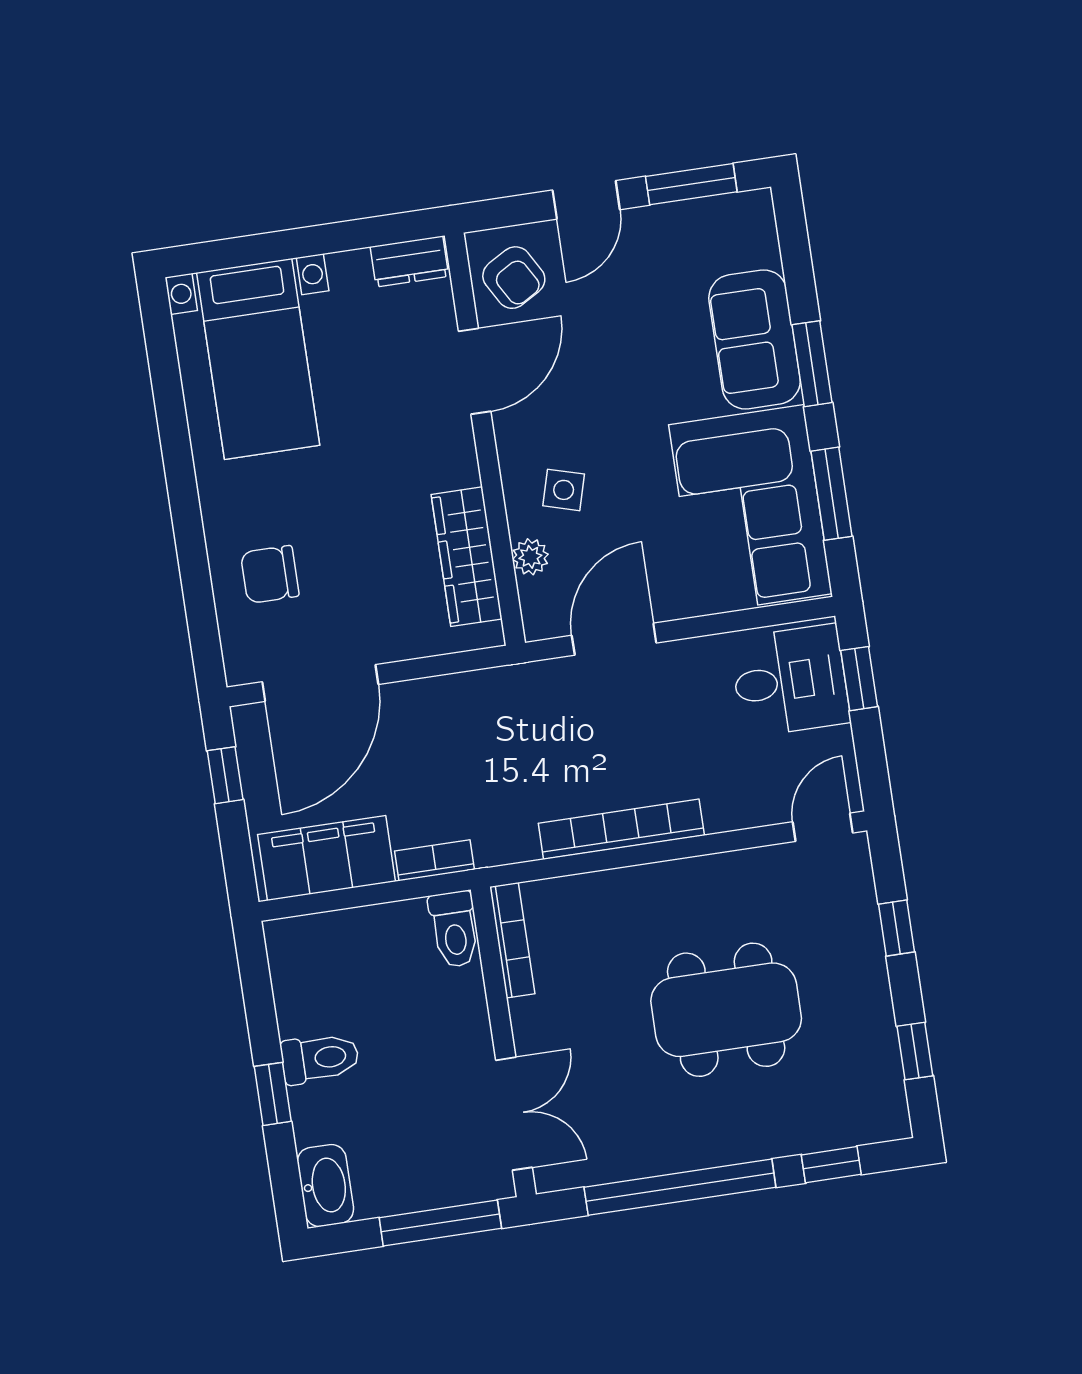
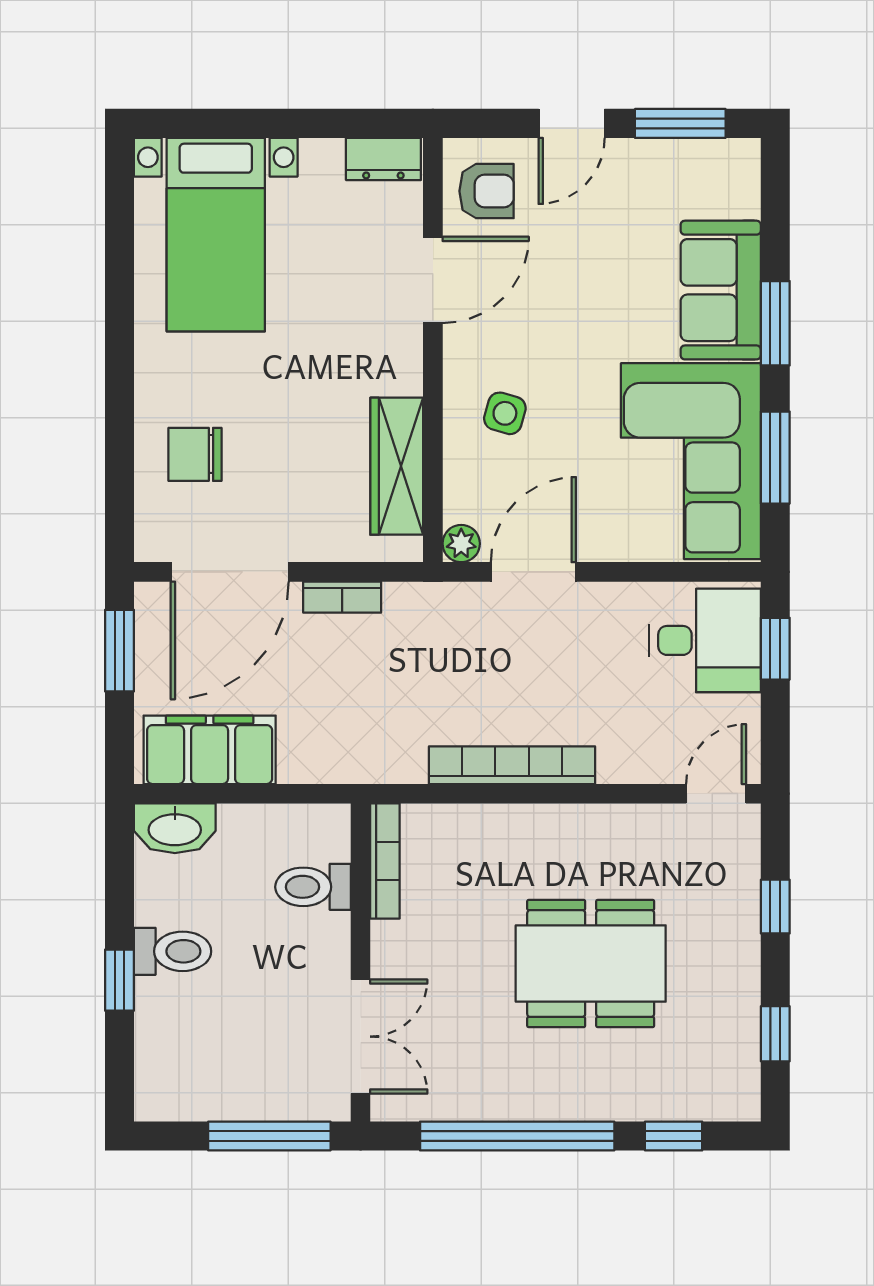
armchair: (514, 278) -> (487, 191), turned -60
plant: (530, 557) -> (461, 544), moved
window: (225, 775) -> (119, 651), width x1.50
bookcase: (435, 860) -> (342, 597), moved, turned 180
toilet: (454, 929) -> (313, 887), moved, turned 90
washbasin: (325, 1186) -> (175, 828), moved, turned 90

